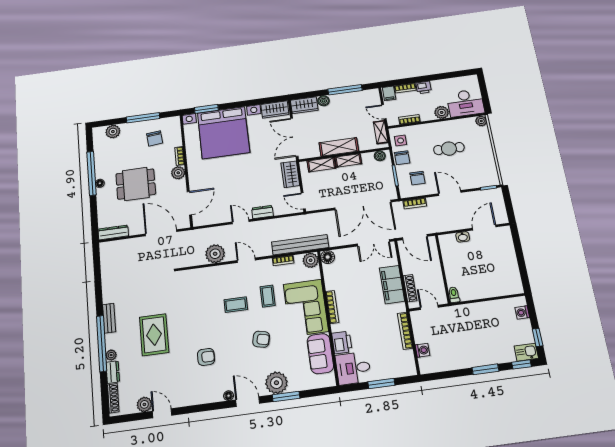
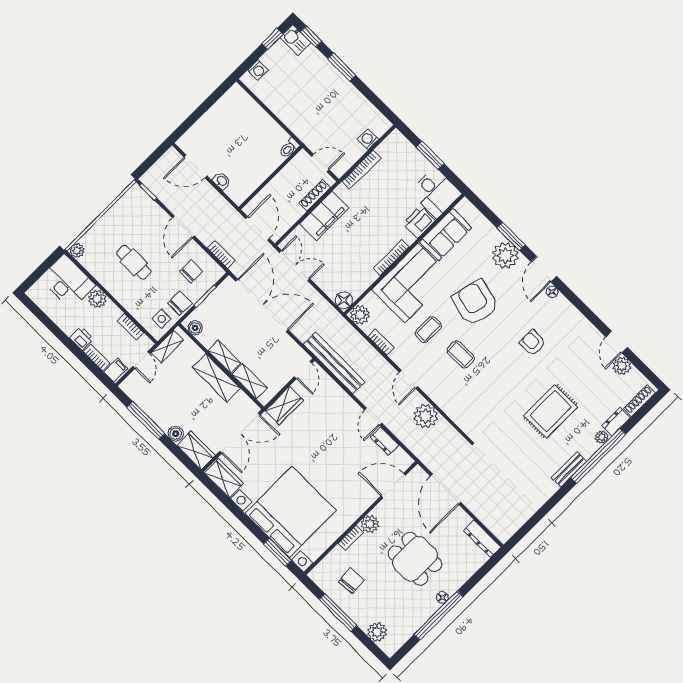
dresser: (262, 212) -> (385, 441), moved
bench: (300, 245) -> (334, 363), moved
door: (429, 307) -> (320, 163), swing flipped
armchair: (261, 339) -> (475, 303), width x1.88, depth x1.88

